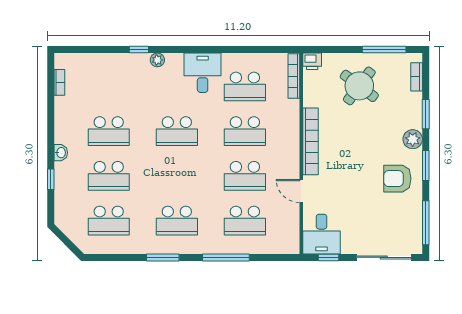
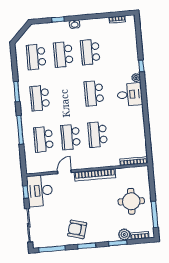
printer: (312, 61) -> (144, 171), removed
desk: (203, 73) -> (130, 95), moved
school desk: (245, 86) -> (125, 132), removed
round table: (359, 86) -> (131, 201), turned -35
plant: (413, 139) -> (124, 235), moved
armchair: (397, 179) -> (77, 229), turned -74
desk: (321, 234) -> (40, 191), width x1.37

